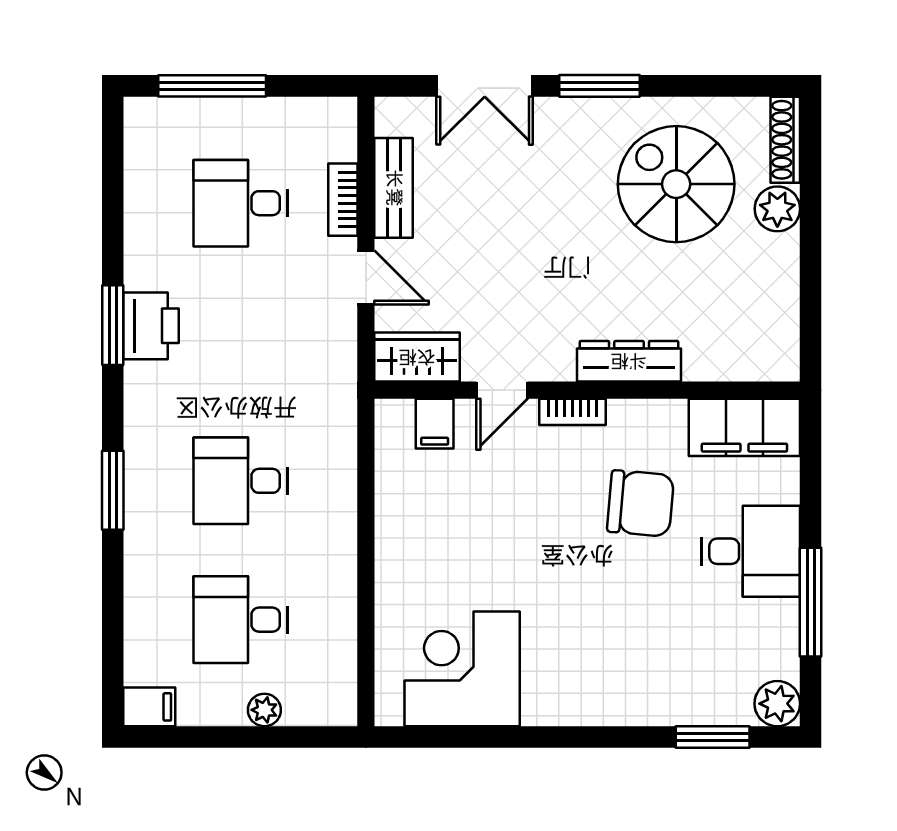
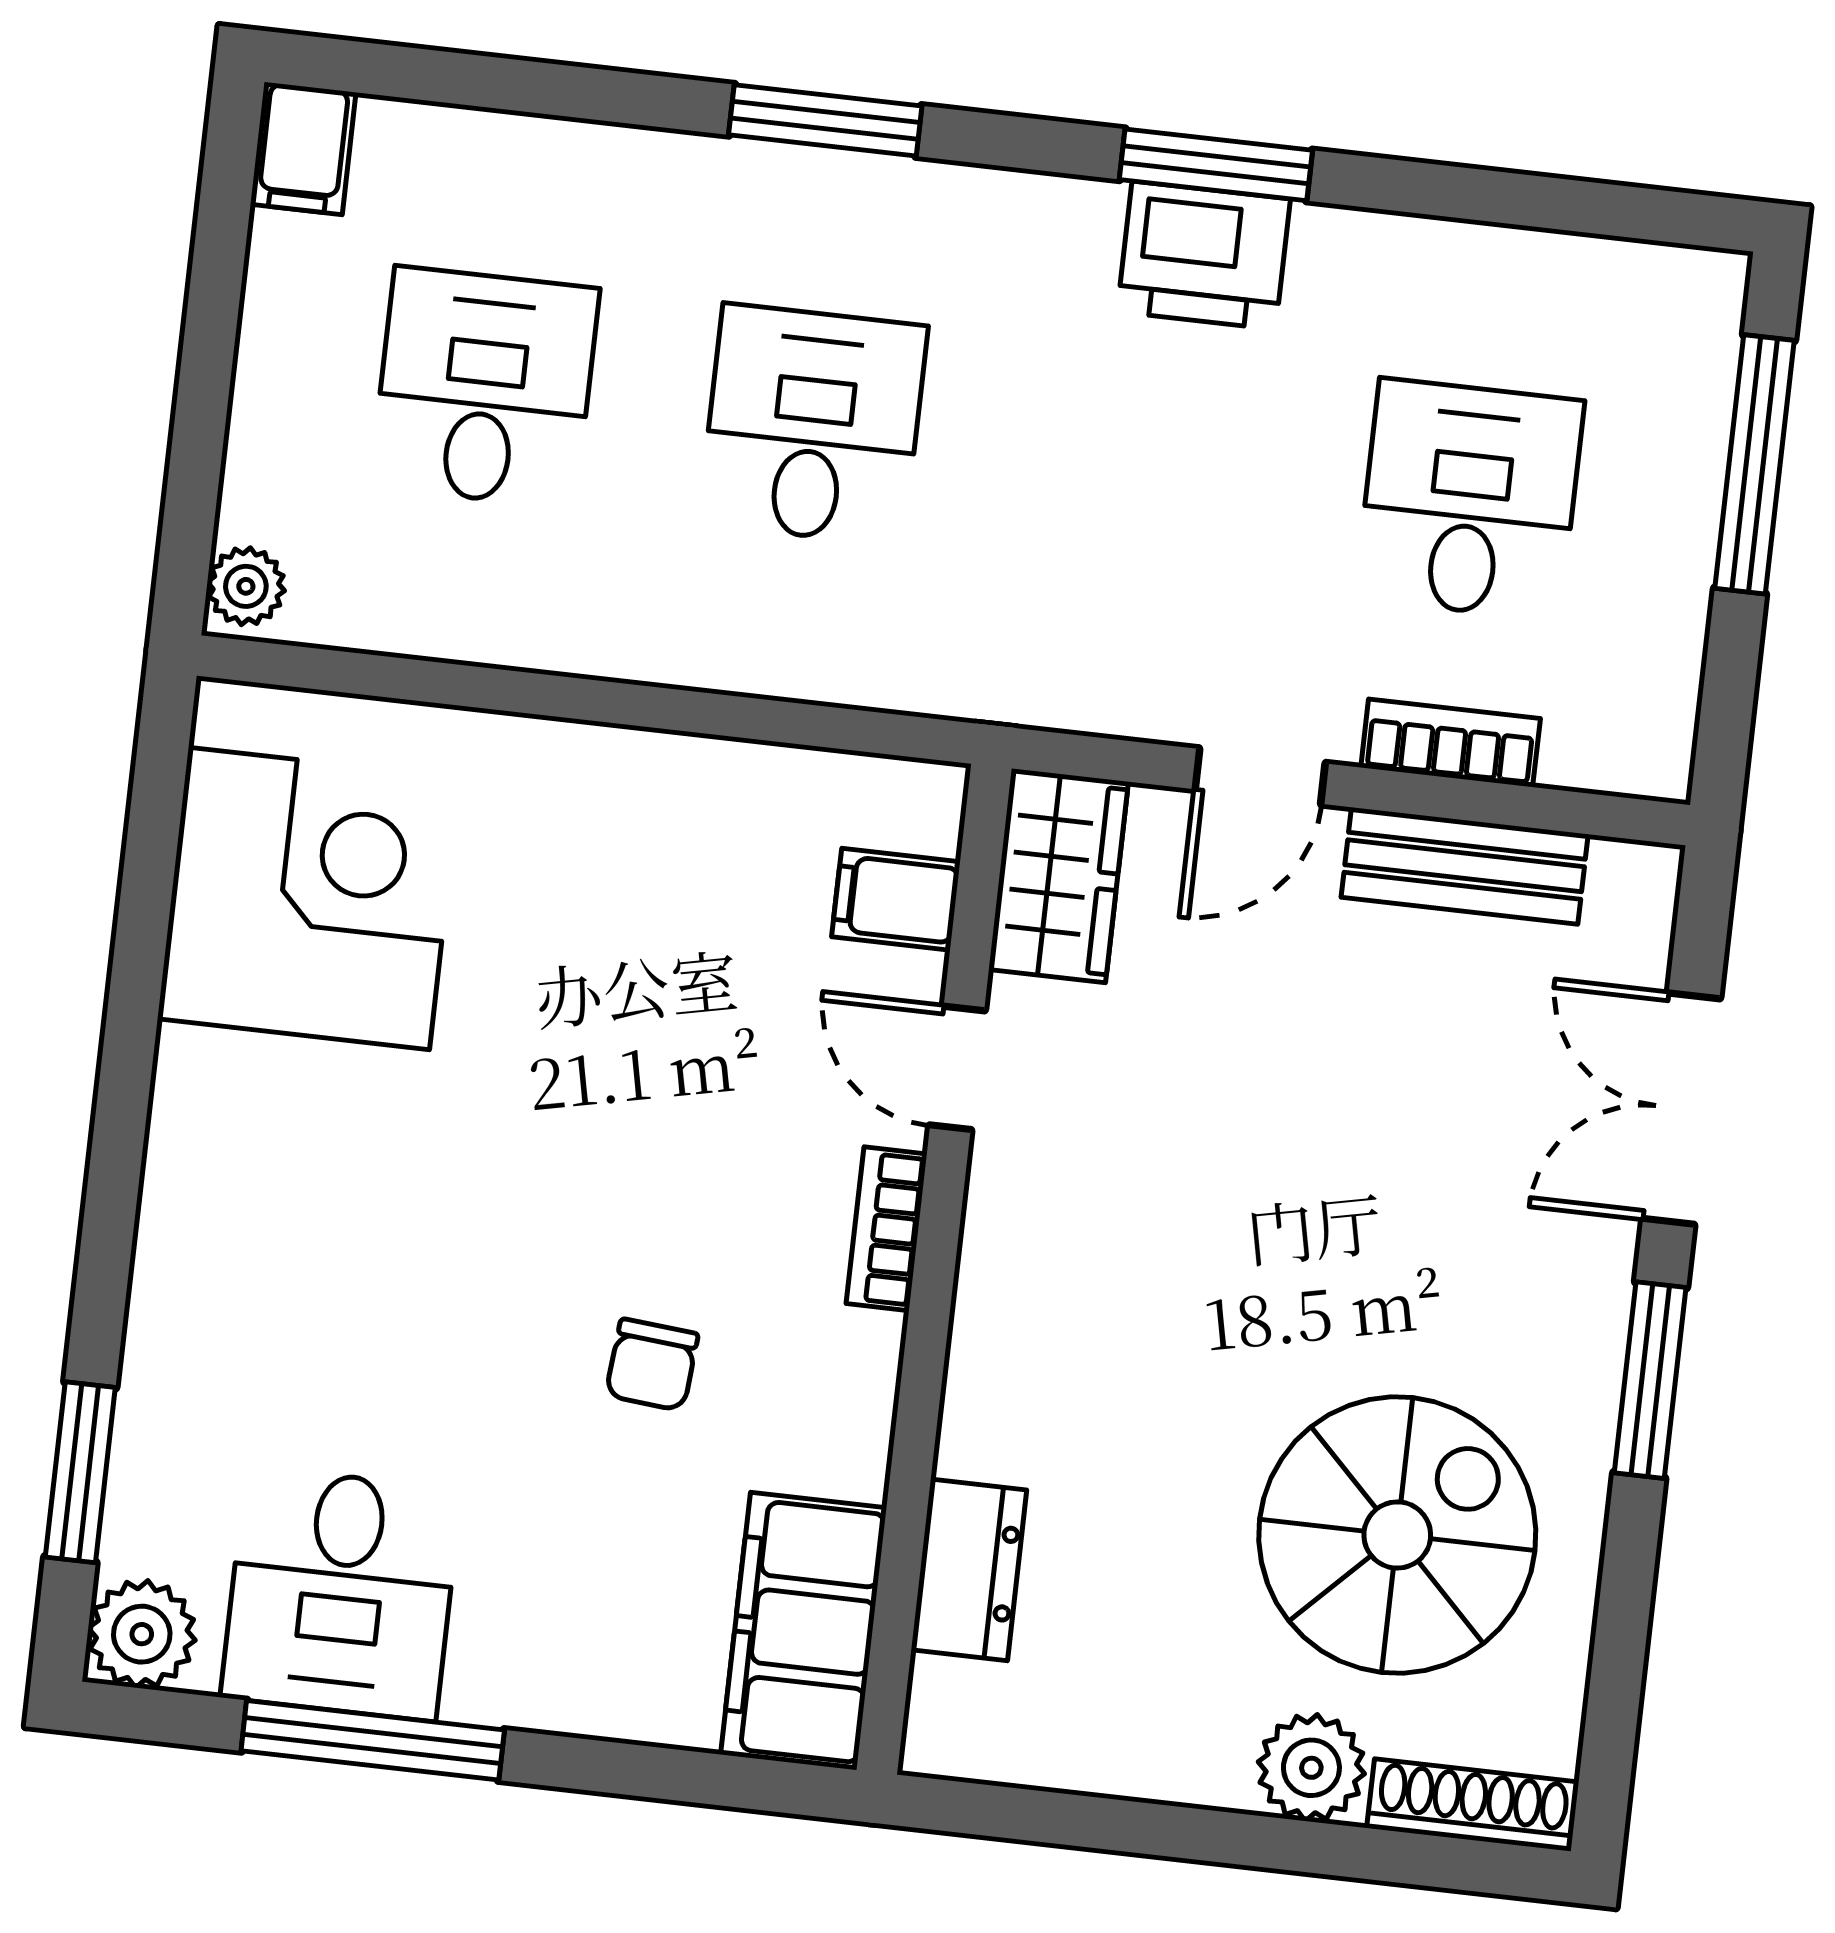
dresser: (629, 361) -> (969, 1570), moved, width x0.70
chair: (640, 503) -> (652, 1365), width x0.54, depth x0.54
desk: (751, 551) -> (341, 1593), moved
plant: (264, 710) -> (246, 586), moved

